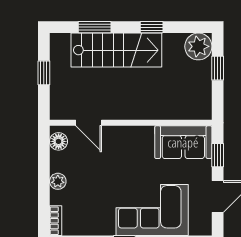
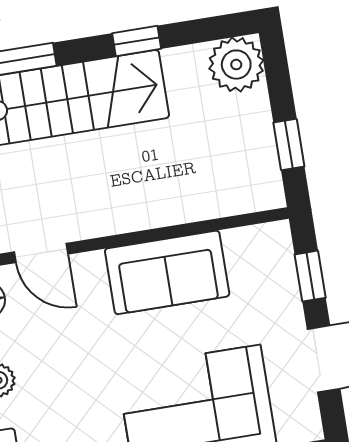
window: (218, 68) -> (289, 144), moved
sofa: (183, 142) -> (167, 272), moved

